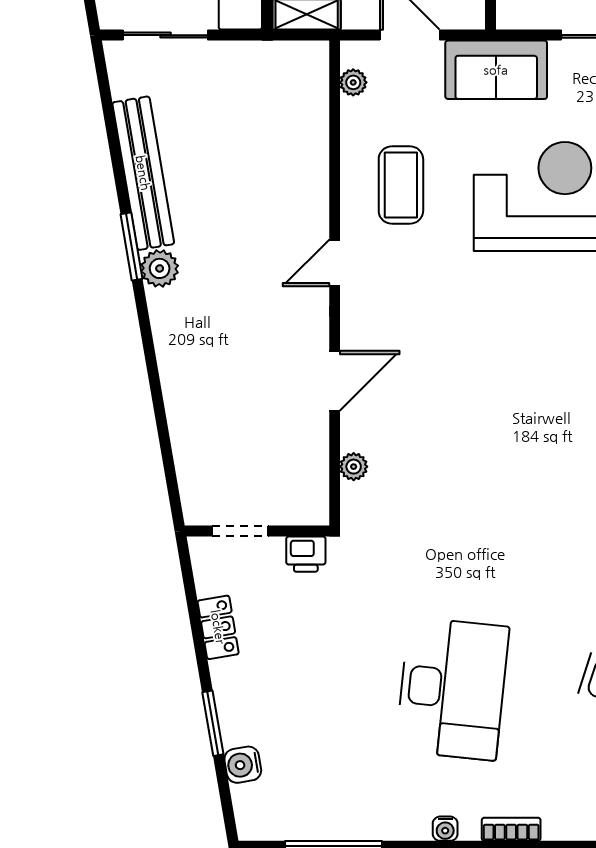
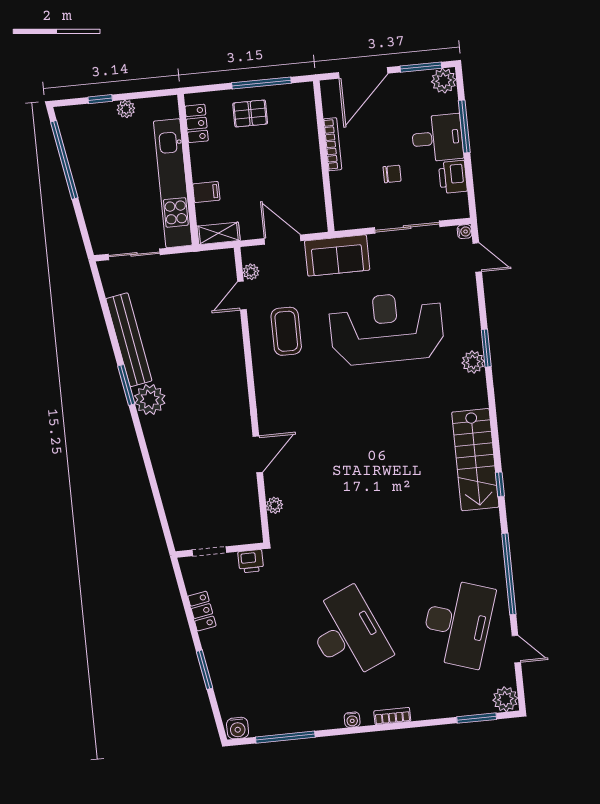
door: (335, 263) -> (242, 296), moved
plant: (160, 268) -> (150, 399), width x1.36, depth x1.36
desk: (452, 689) -> (348, 634), turned -30
water cooler: (243, 765) -> (238, 728), moved, turned -80

